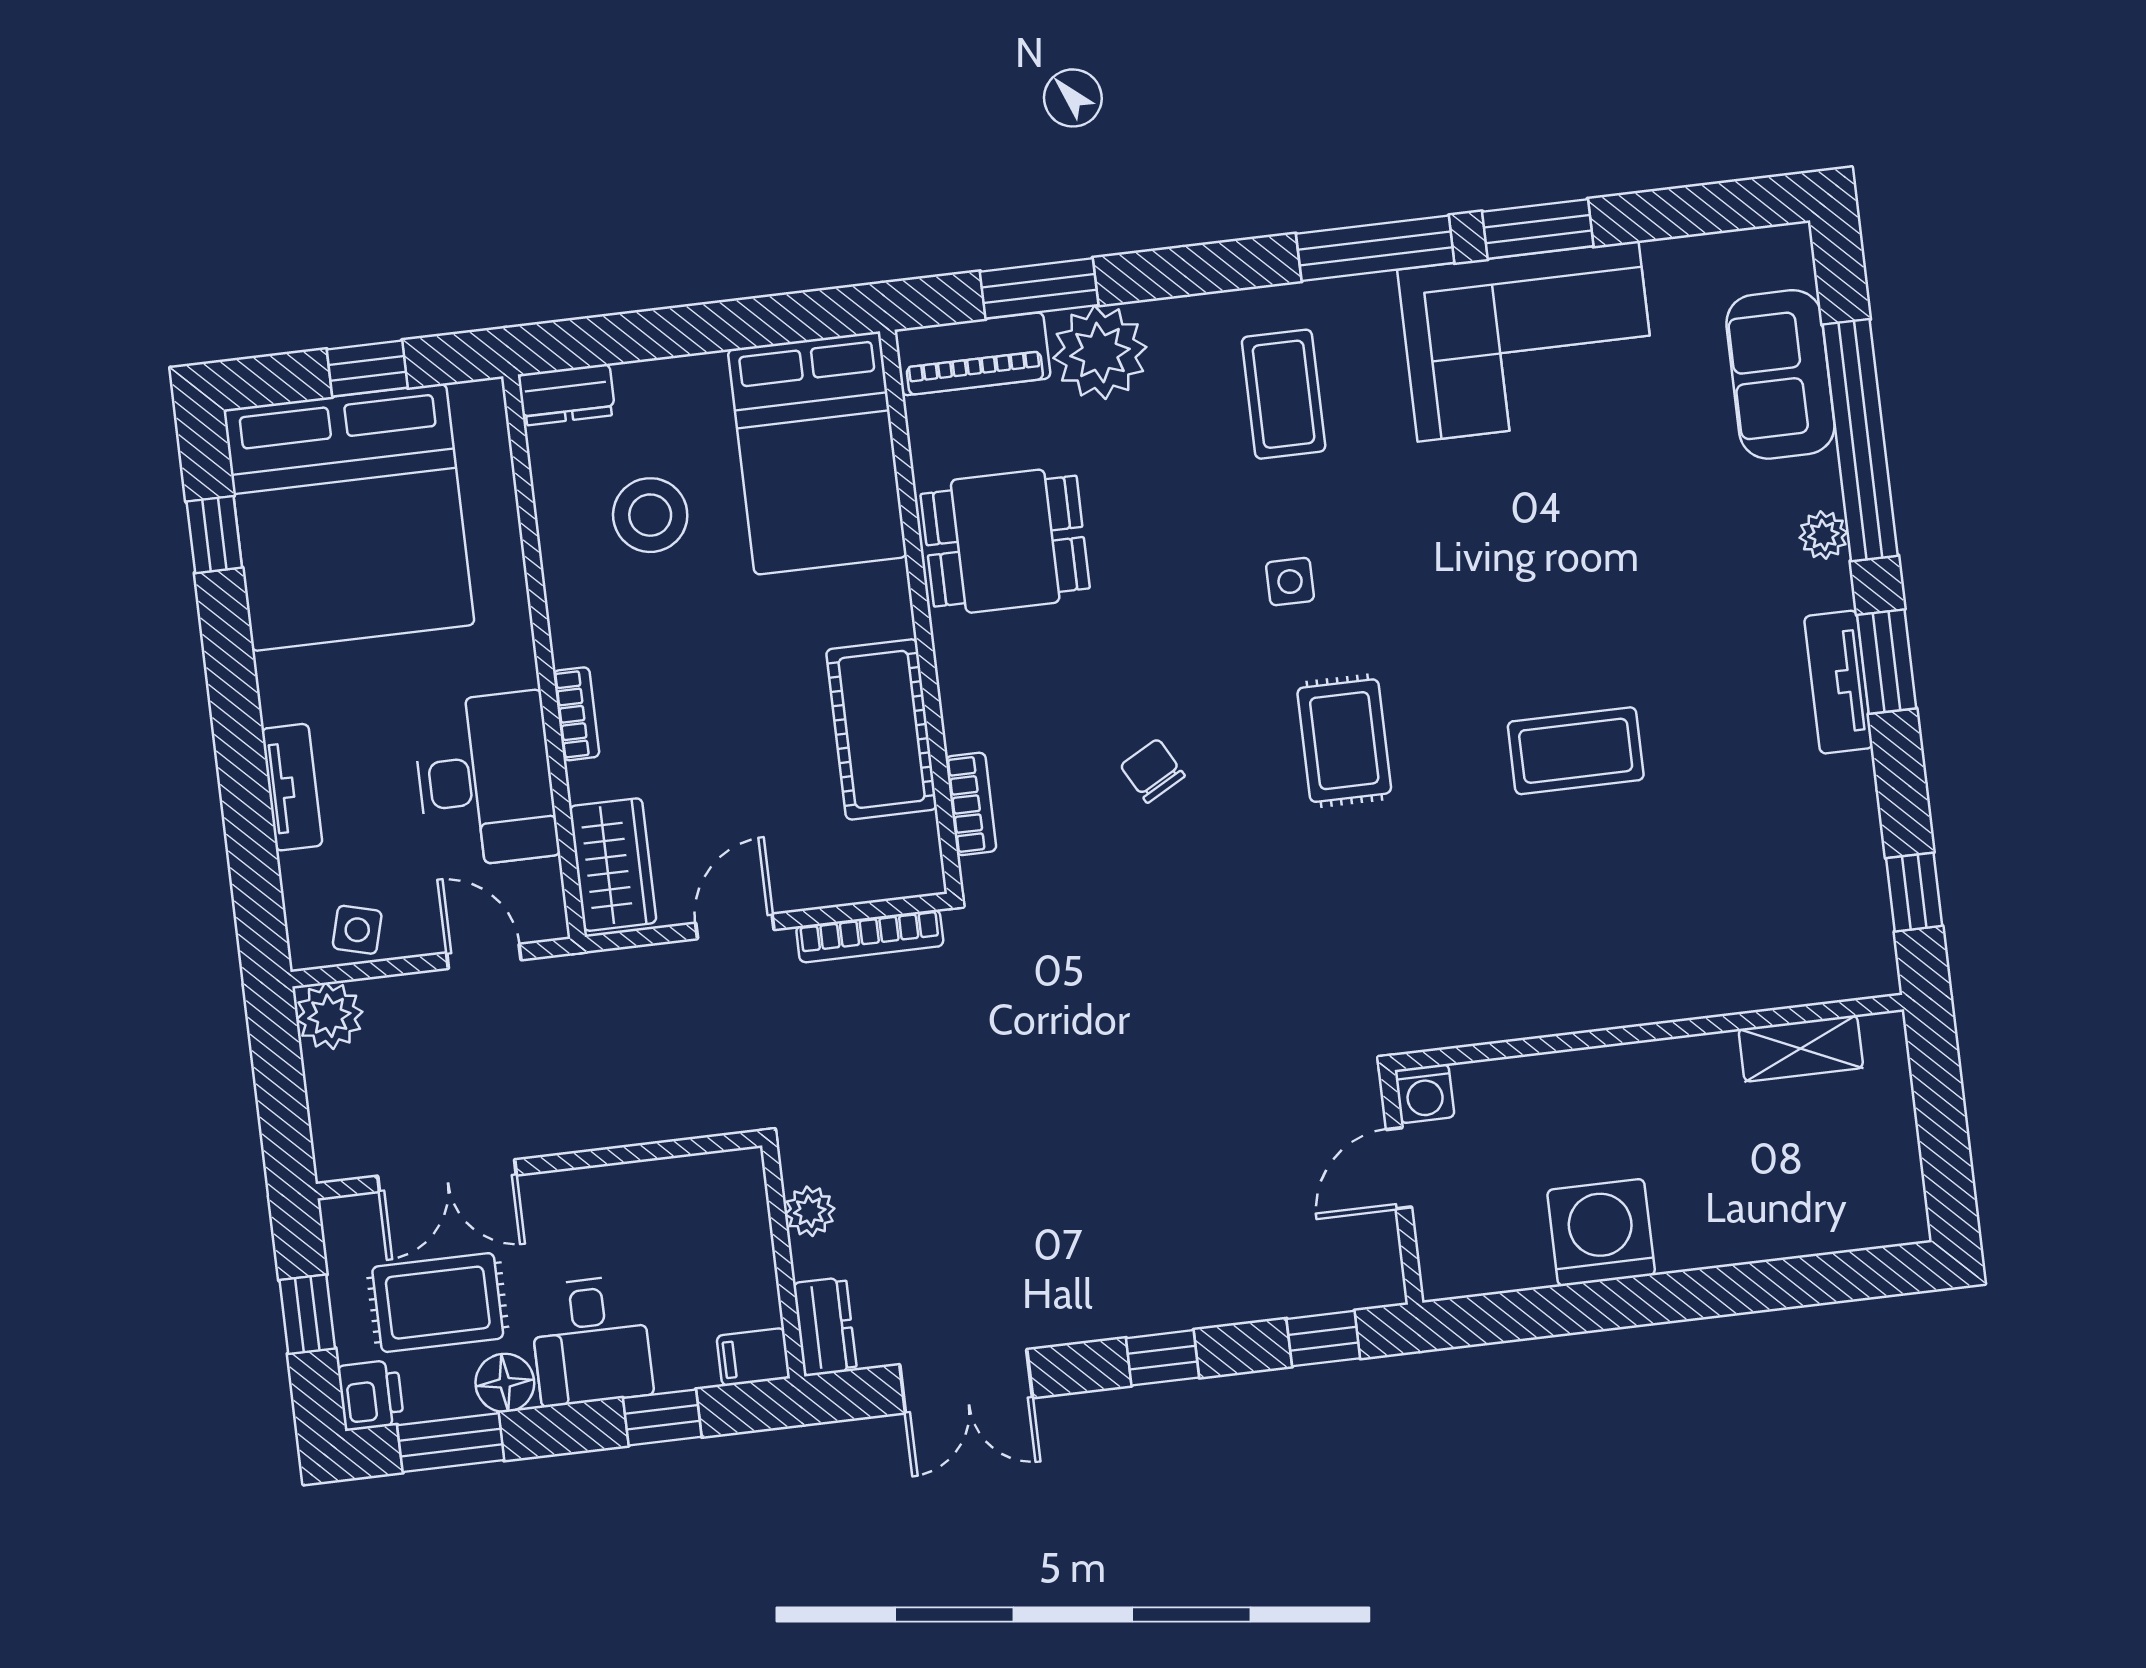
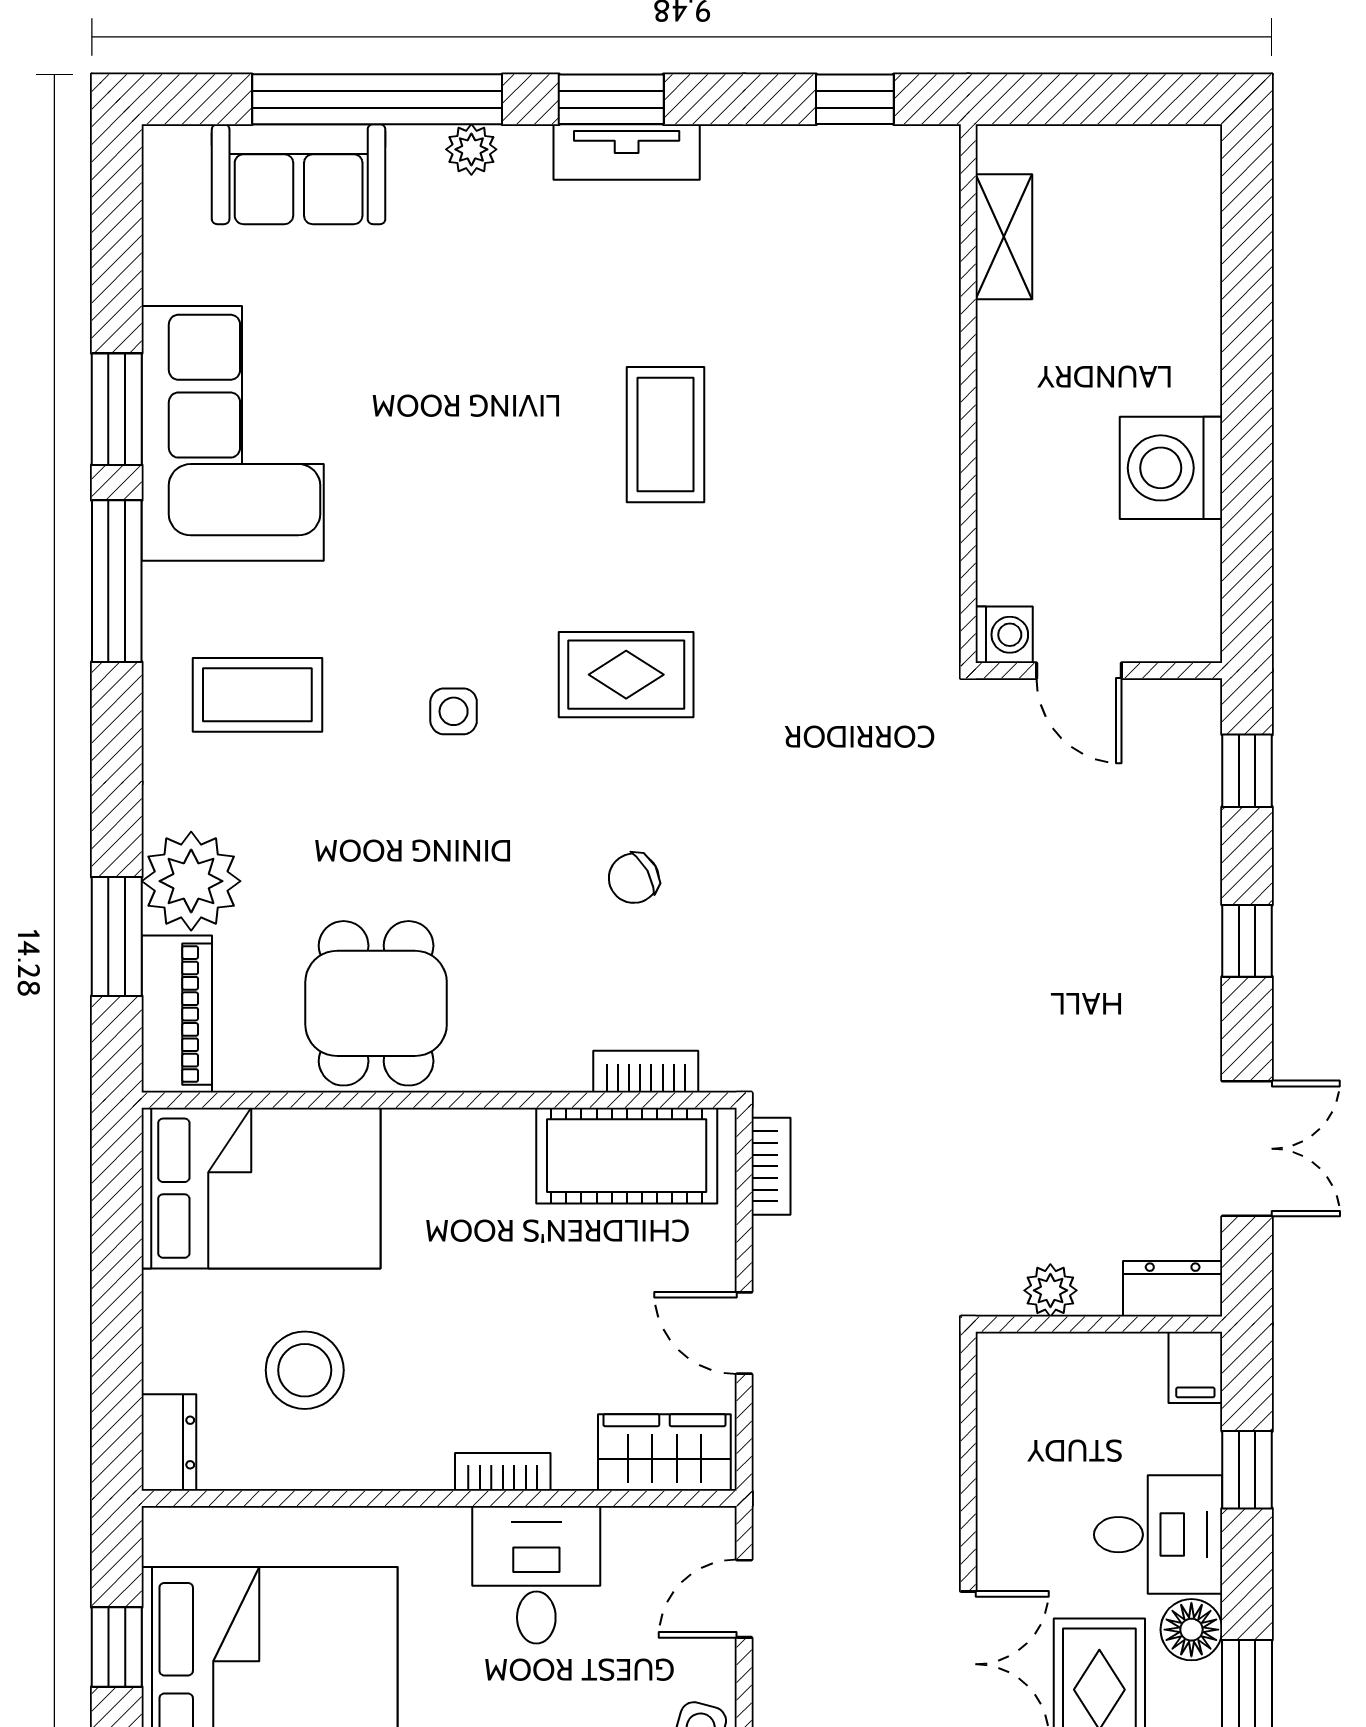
cot: (882, 729) -> (627, 1156), moved
desk: (485, 780) -> (536, 1575), width x0.73
bookcase: (870, 936) -> (771, 1166), width x0.64

